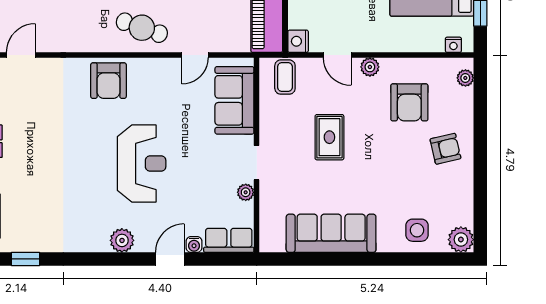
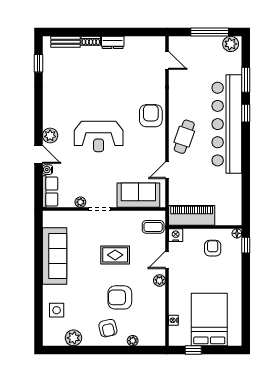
nightstand: (453, 45) -> (173, 320), moved
door: (195, 55) -> (167, 170), hinge flipped
plant: (465, 78) -> (133, 341), moved
armchair: (109, 81) -> (151, 116), turned 90
armchair: (409, 102) -> (120, 297), moved
plant: (122, 240) -> (50, 135), moved
plant: (461, 240) -> (73, 338), moved

